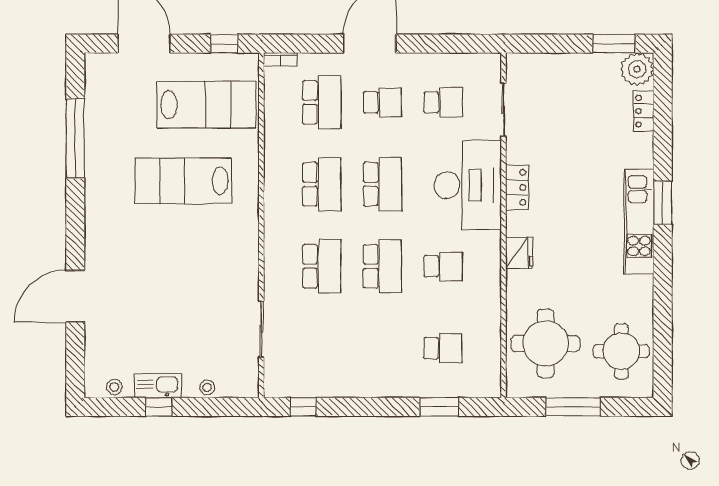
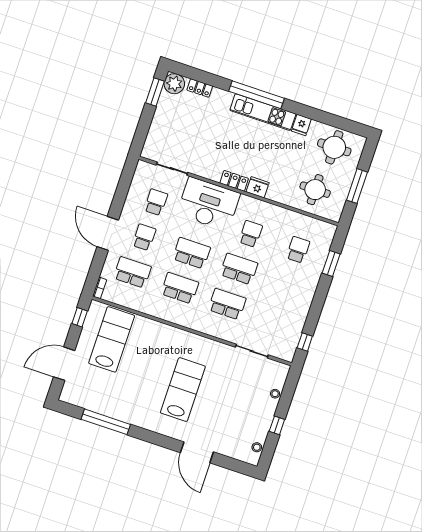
lab bench: (183, 181) -> (183, 390), moved, turned 180
locker: (517, 187) -> (234, 181), moved
window: (663, 203) -> (256, 95), width x2.11
fridge: (639, 288) -> (301, 125), added
round table: (546, 343) -> (315, 190), width x0.73, depth x0.73
kitchen sink: (158, 386) -> (264, 422), removed

